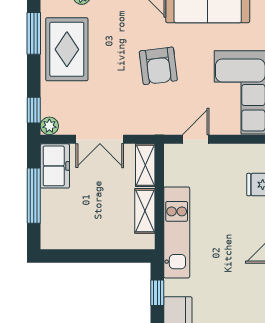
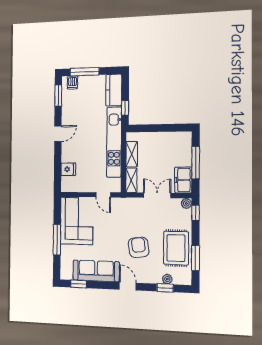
armchair: (158, 66) -> (139, 247), moved
door: (196, 139) -> (103, 195), hinge flipped
kitchen unit: (177, 232) -> (114, 142), width x1.36

